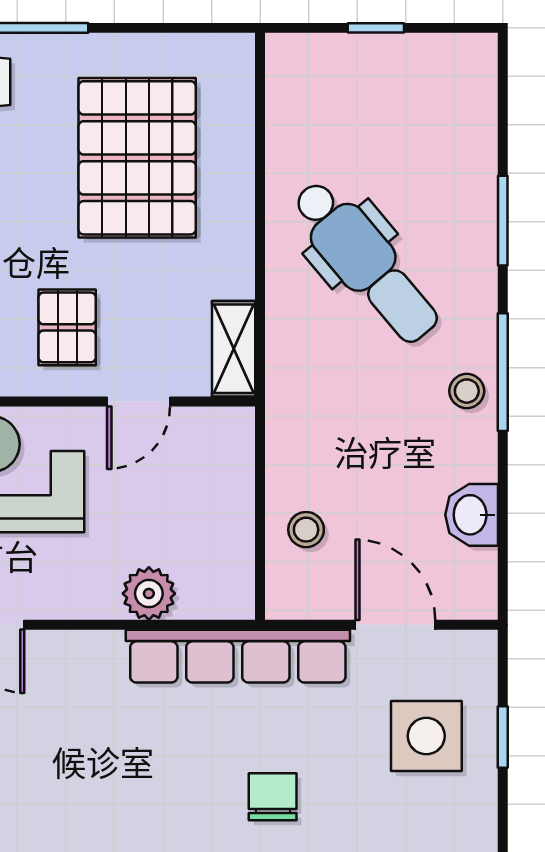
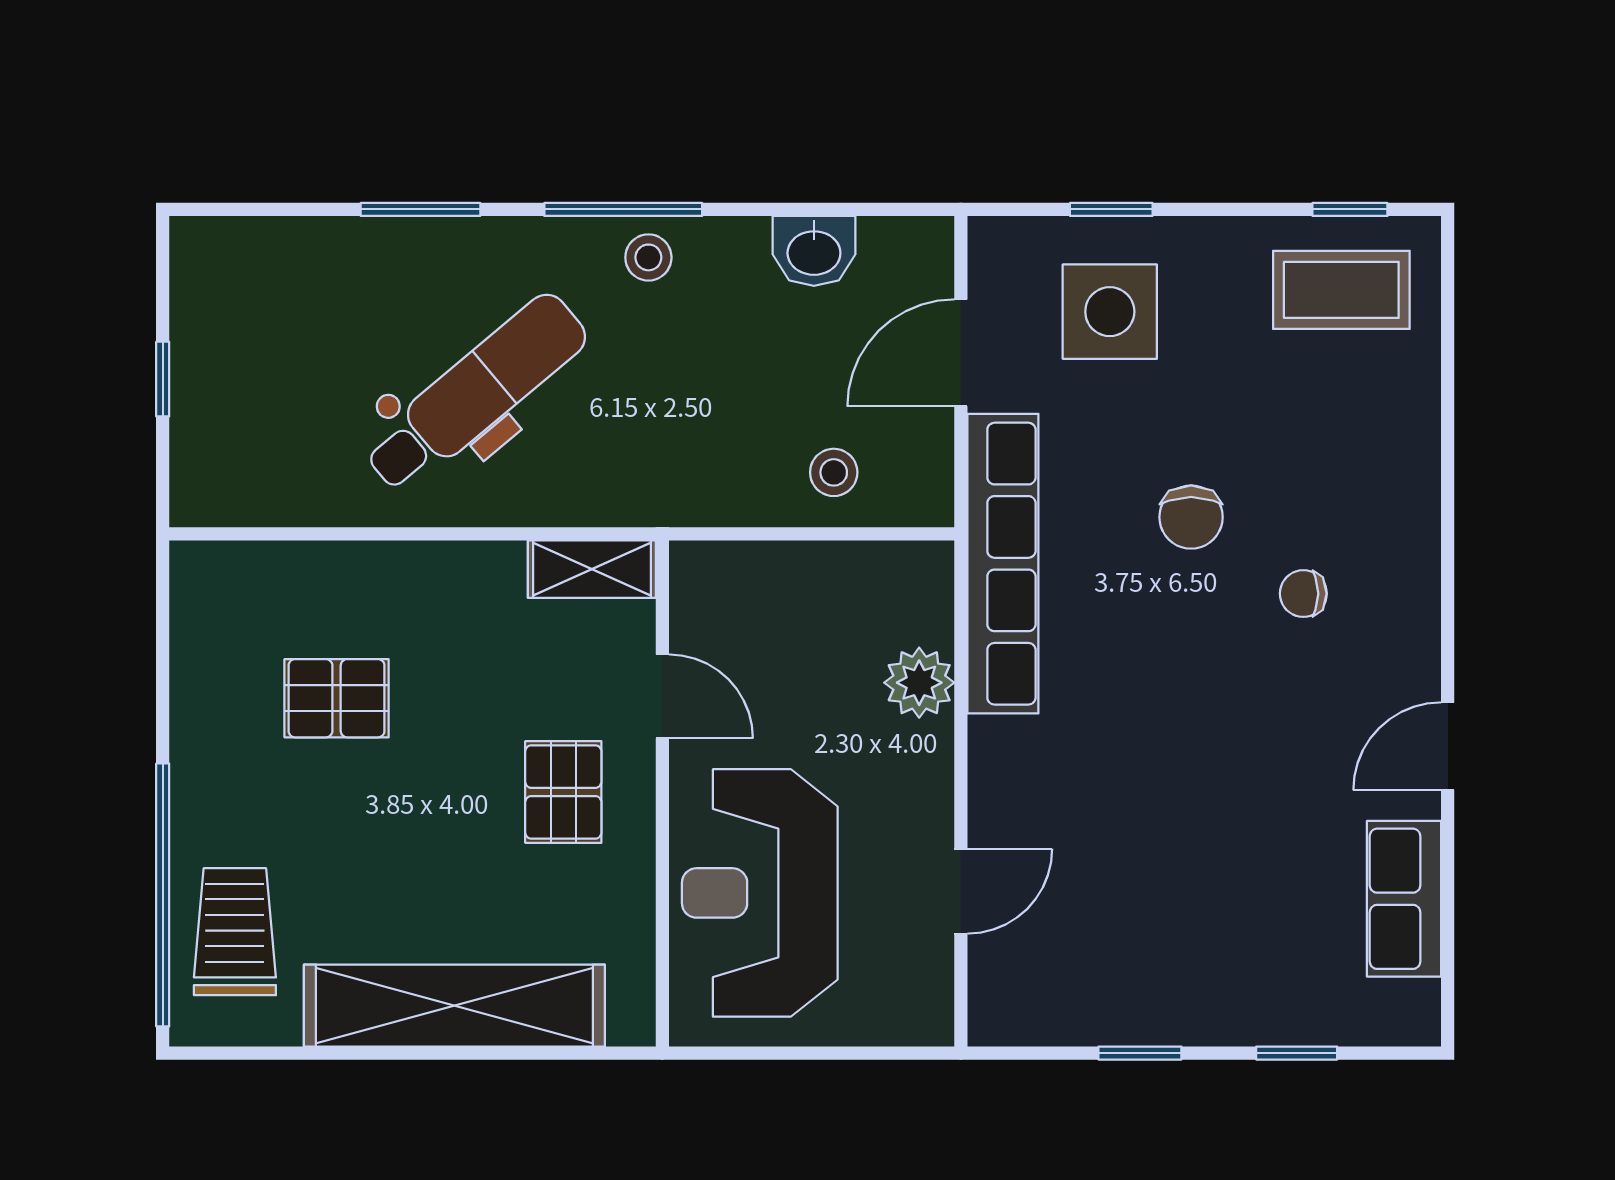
pallet: (137, 158) -> (337, 698), width x0.49, depth x0.50
pallet: (67, 327) -> (563, 792), turned 90
chair: (273, 797) -> (1191, 517), turned -90

